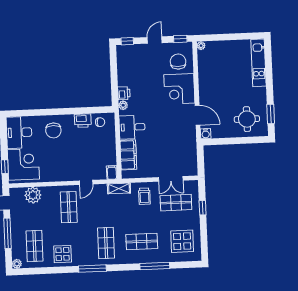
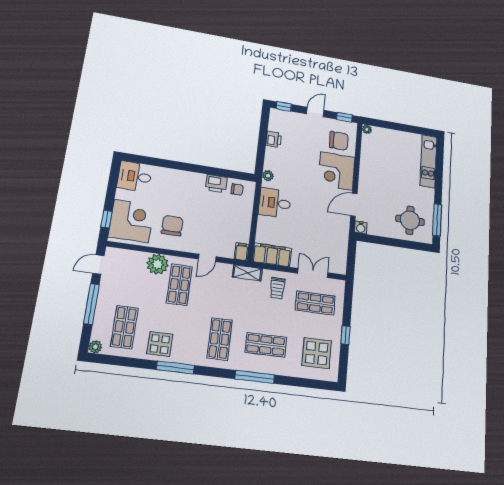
chair: (178, 62) -> (339, 141), turned 90
printer: (124, 93) -> (274, 139), moved
window: (271, 114) -> (437, 220), width x1.44
door: (198, 115) -> (354, 205), swing flipped
chair: (53, 130) -> (172, 226), moved, turned 180
desk: (19, 132) -> (135, 176), width x0.73
filing cabinet: (128, 155) -> (272, 255), moved, turned -90
double door: (171, 179) -> (313, 273), swing flipped
plant: (33, 195) -> (158, 264), moved
window: (203, 208) -> (345, 335), moved
window: (155, 266) -> (255, 377), moved
window: (92, 269) -> (175, 367), moved

